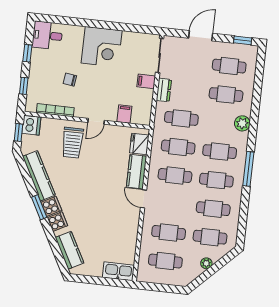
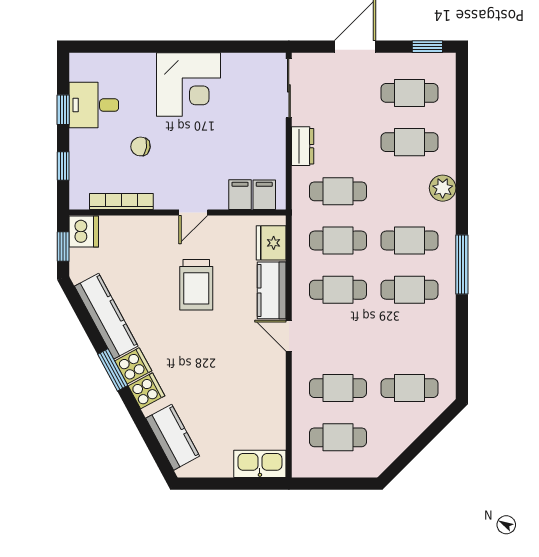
desk: (47, 35) -> (94, 105), moved
filing cabinet: (146, 81) -> (264, 195), moved, turned 90
trolley: (72, 143) -> (196, 285), moved
cafe table: (213, 209) -> (409, 339), removed
plant: (206, 263) -> (408, 433), removed

